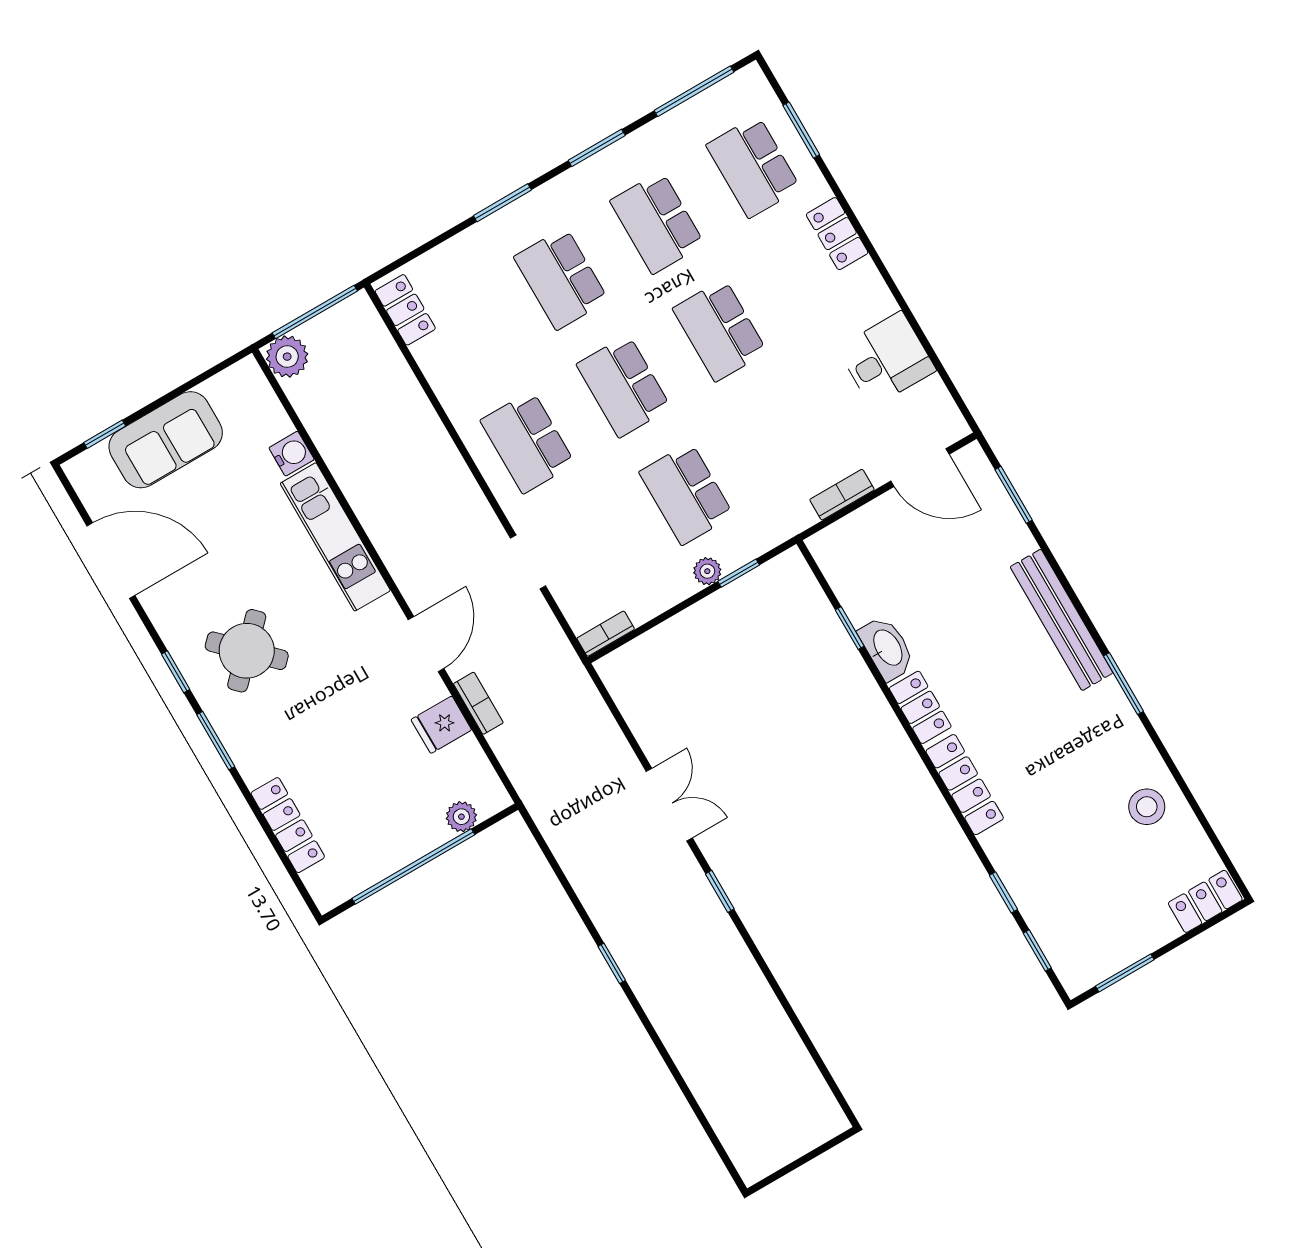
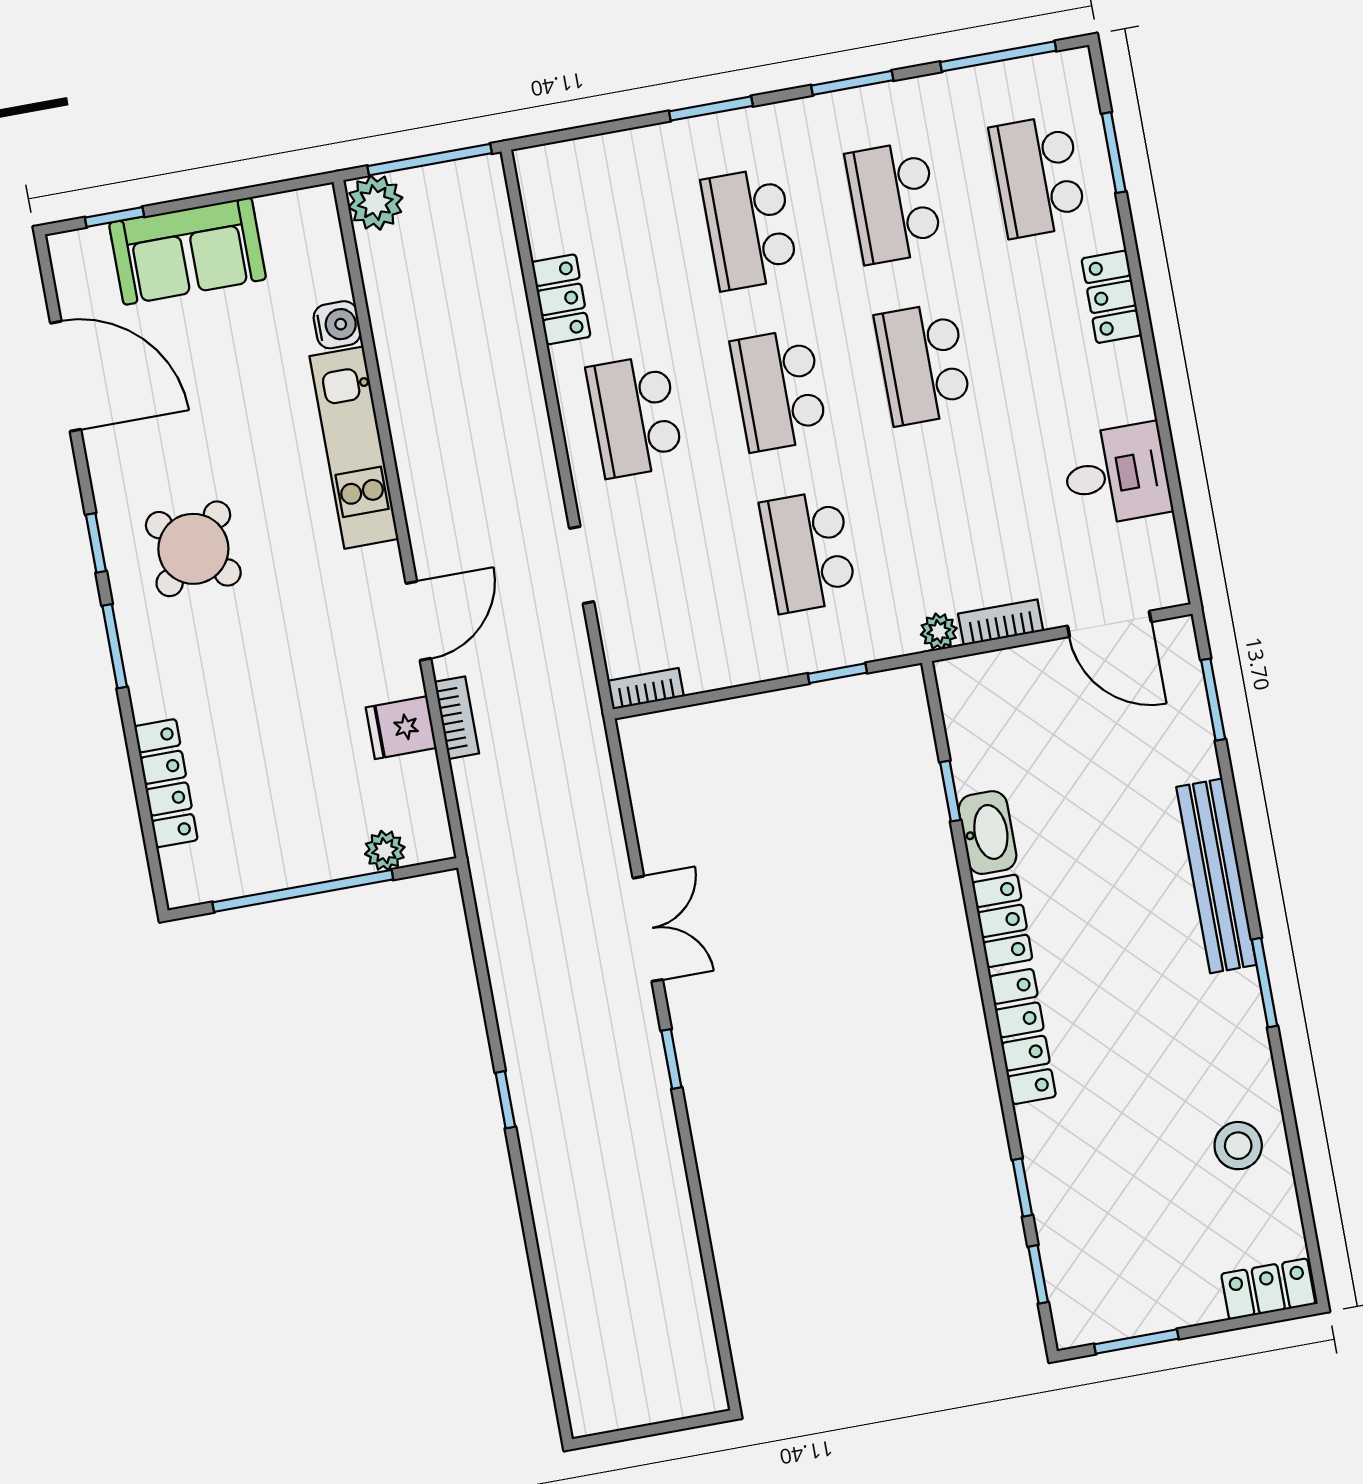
locker: (405, 310) -> (561, 299), moved
plant: (707, 571) -> (939, 631), moved

